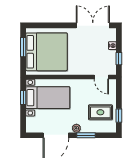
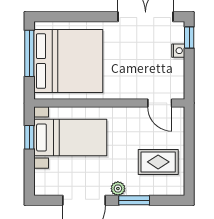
window: (23, 47) -> (29, 53), width x1.44
window: (119, 59) -> (189, 38), moved
window: (119, 116) -> (189, 168), removed

